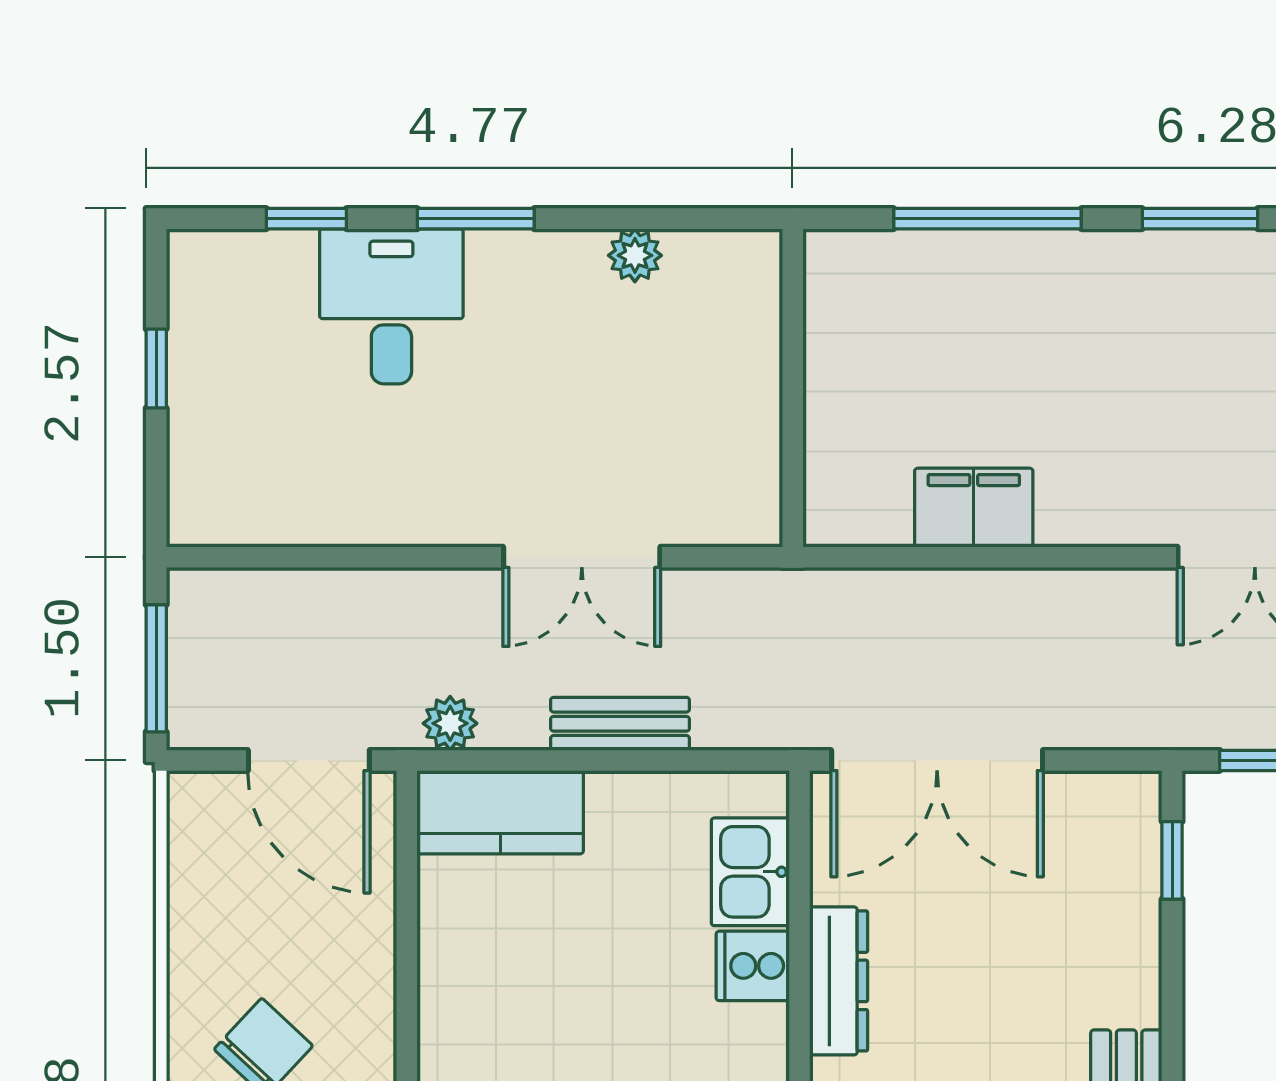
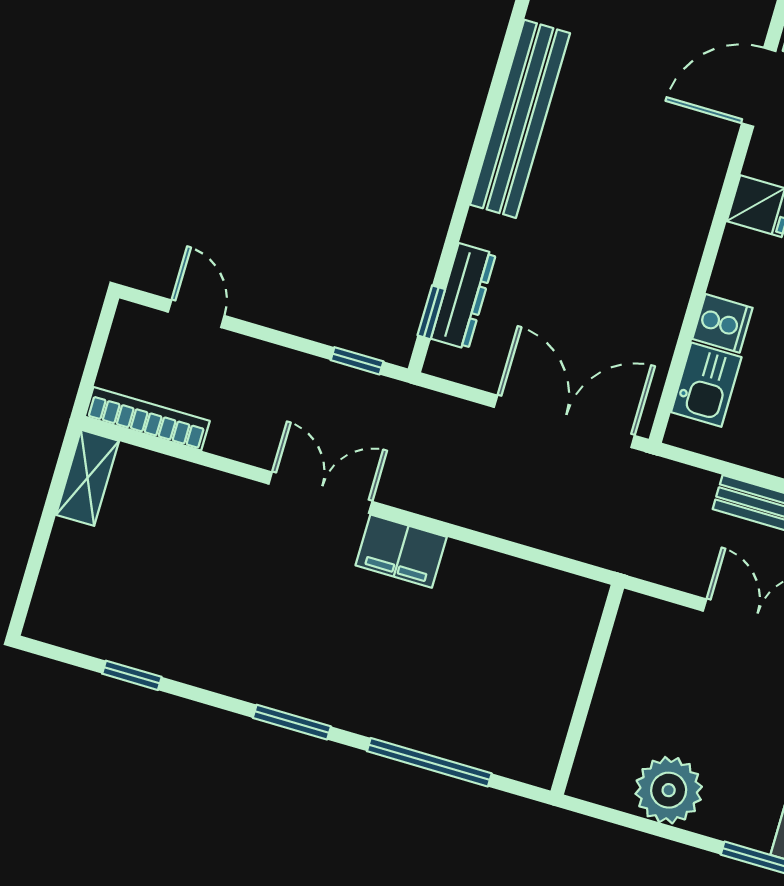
plant: (635, 255) -> (669, 790), width x1.88, depth x1.88
filing cabinet: (974, 508) -> (401, 551), moved
dresser: (839, 981) -> (463, 296), moved, turned 180

